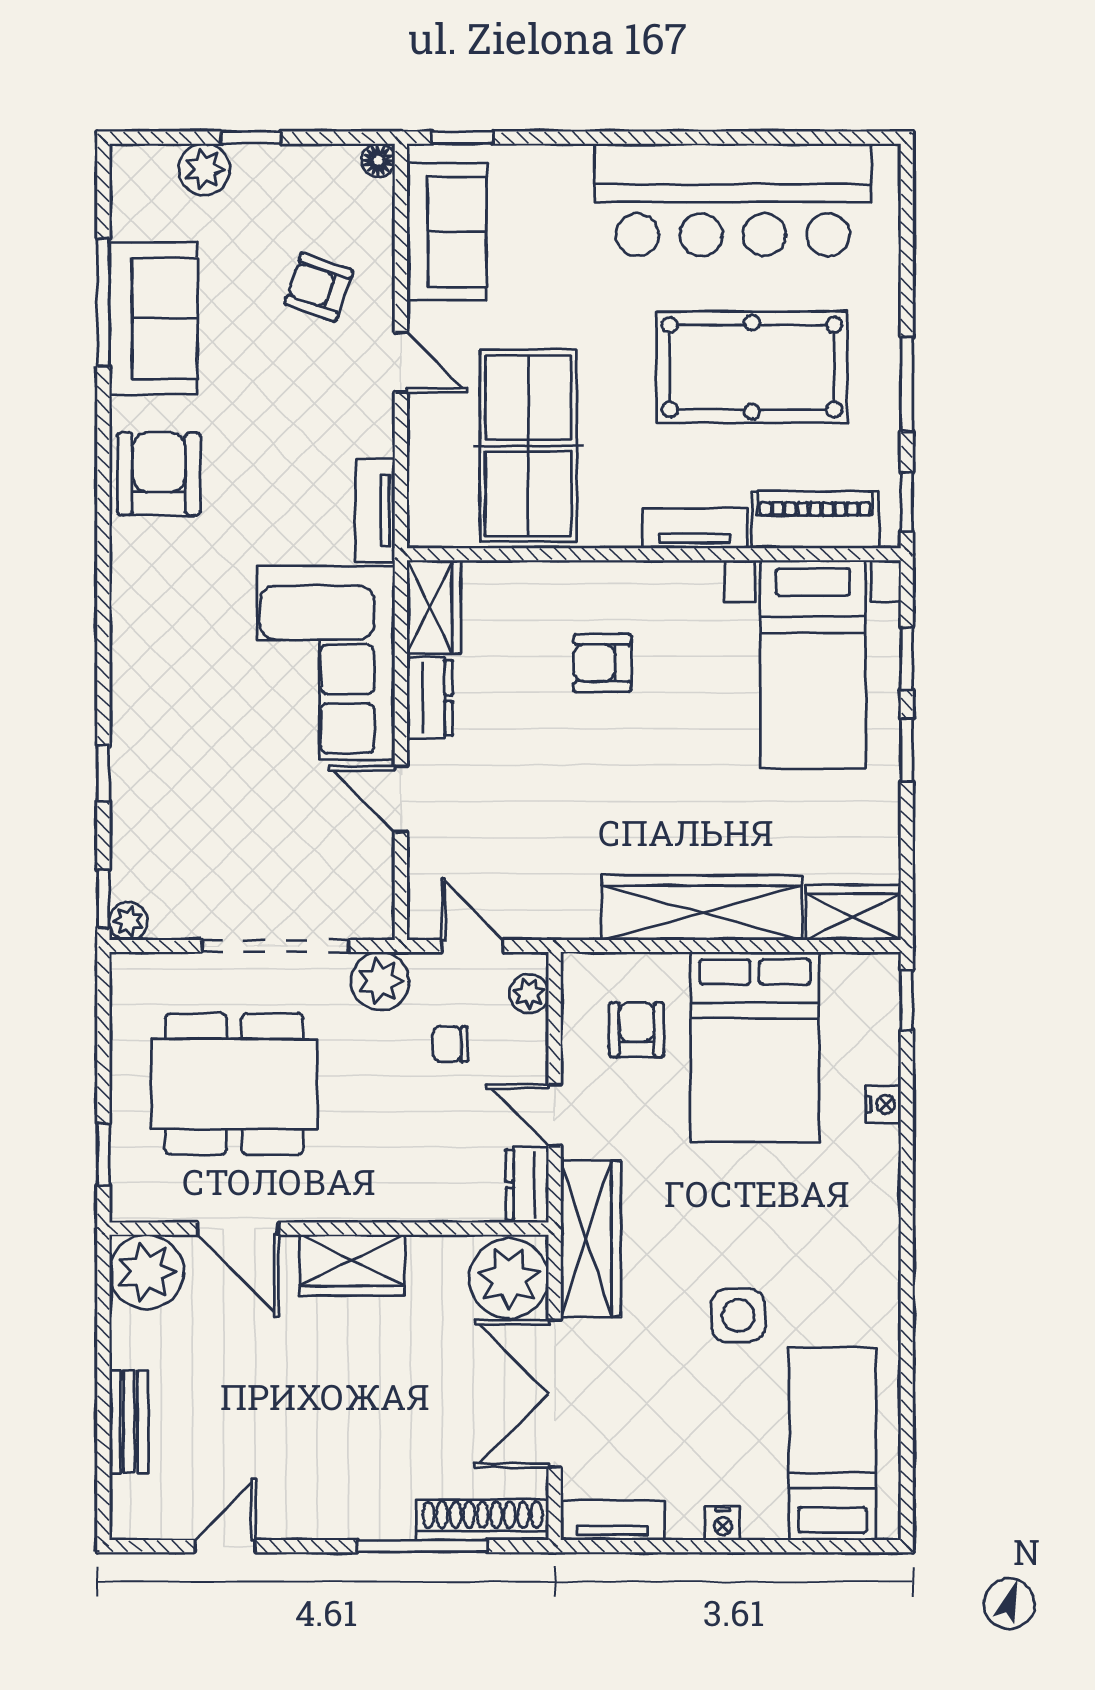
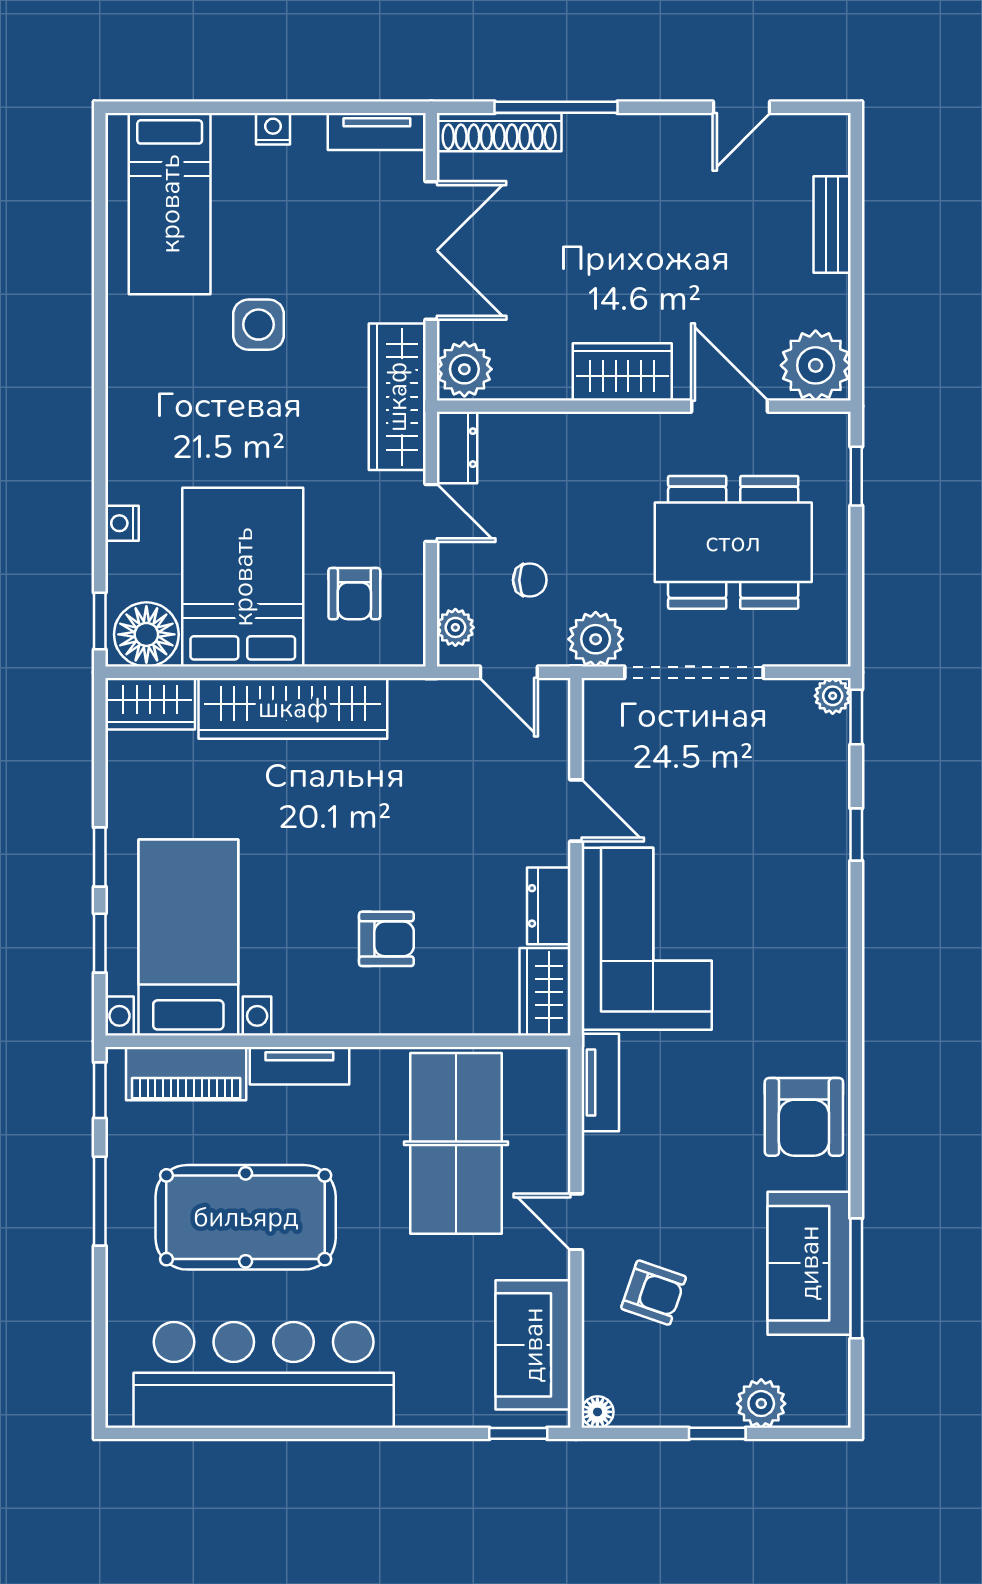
floor lamp: (857, 986) -> (146, 634), added
plant: (509, 1278) -> (464, 369), width x0.73, depth x0.73

